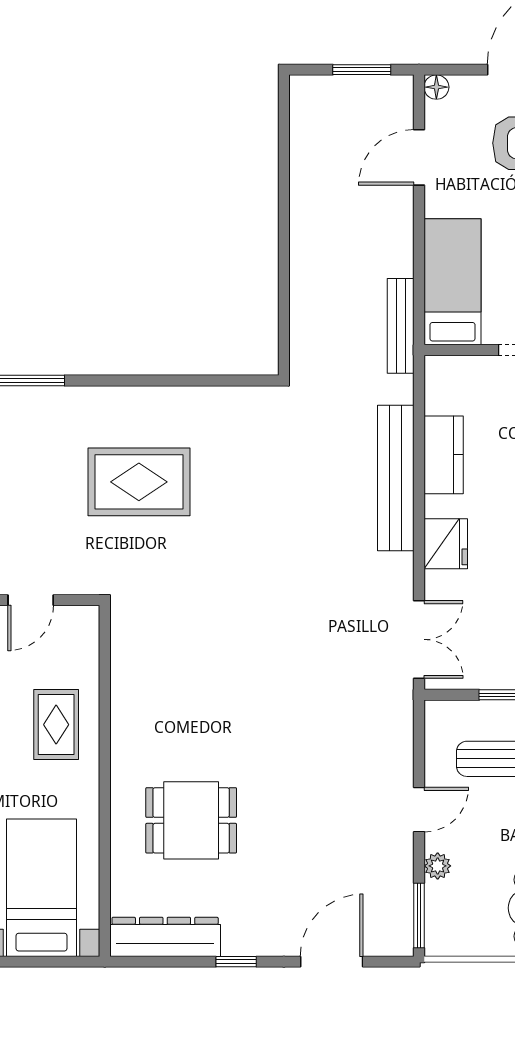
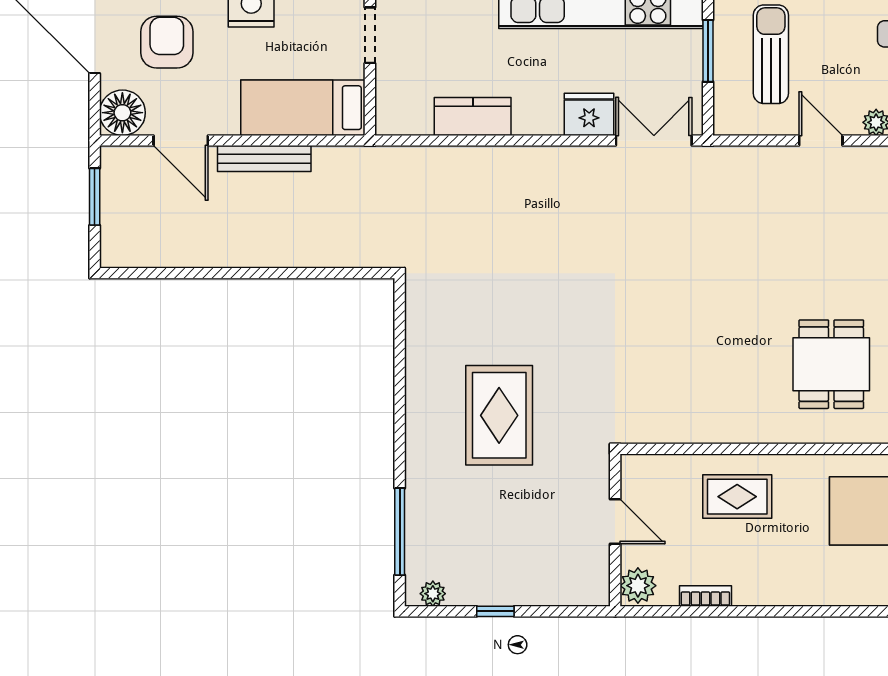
floor lamp: (436, 87) -> (122, 113), width x1.89, depth x1.89
bench: (401, 326) -> (264, 159), moved
bench: (396, 478) -> (495, 163), removed
fridge: (446, 544) -> (589, 114), moved

